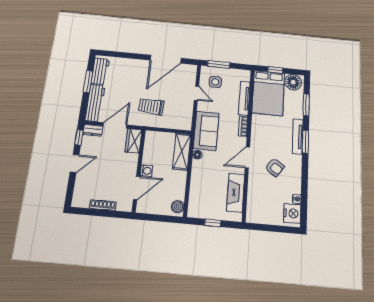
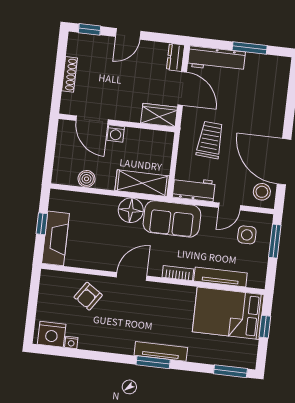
workbench: (100, 71) -> (194, 189), moved, turned 180
stool: (186, 73) -> (262, 192), added
floor lamp: (293, 82) -> (245, 352), removed
window: (306, 105) -> (230, 371), moved
window: (79, 137) -> (90, 29), moved
floor lamp: (197, 155) -> (131, 210), width x1.89, depth x1.89
door: (247, 157) -> (132, 277), hinge flipped
door: (75, 163) -> (128, 34), hinge flipped
armchair: (275, 167) -> (88, 296), moved
fireplace: (236, 193) -> (56, 238), moved, turned 90
boiler: (178, 207) -> (87, 179), moved

